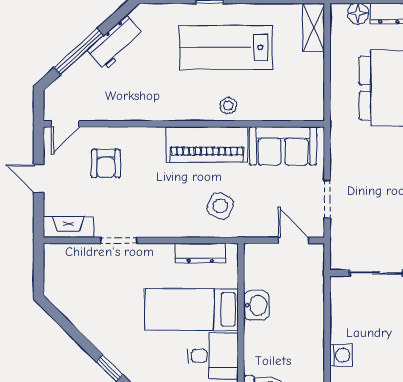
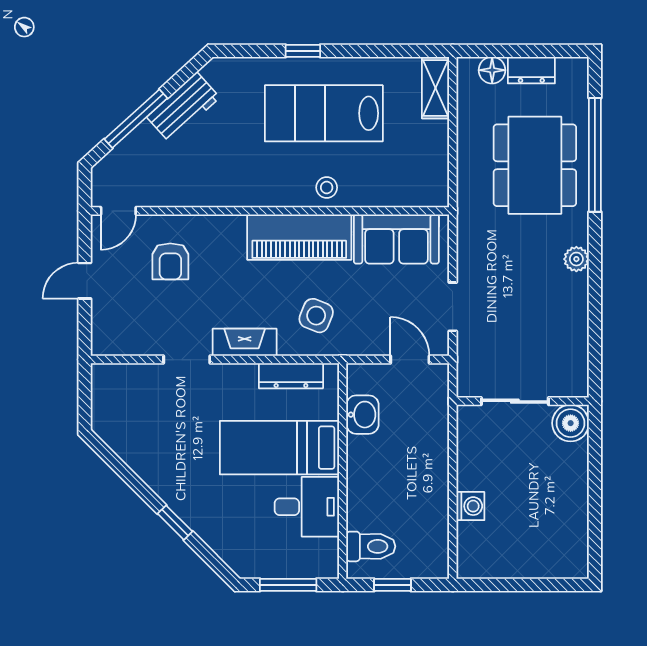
door: (39, 179) -> (85, 281), hinge flipped
fireplace: (68, 227) -> (245, 342), moved
washbasin: (256, 305) -> (362, 415), moved

